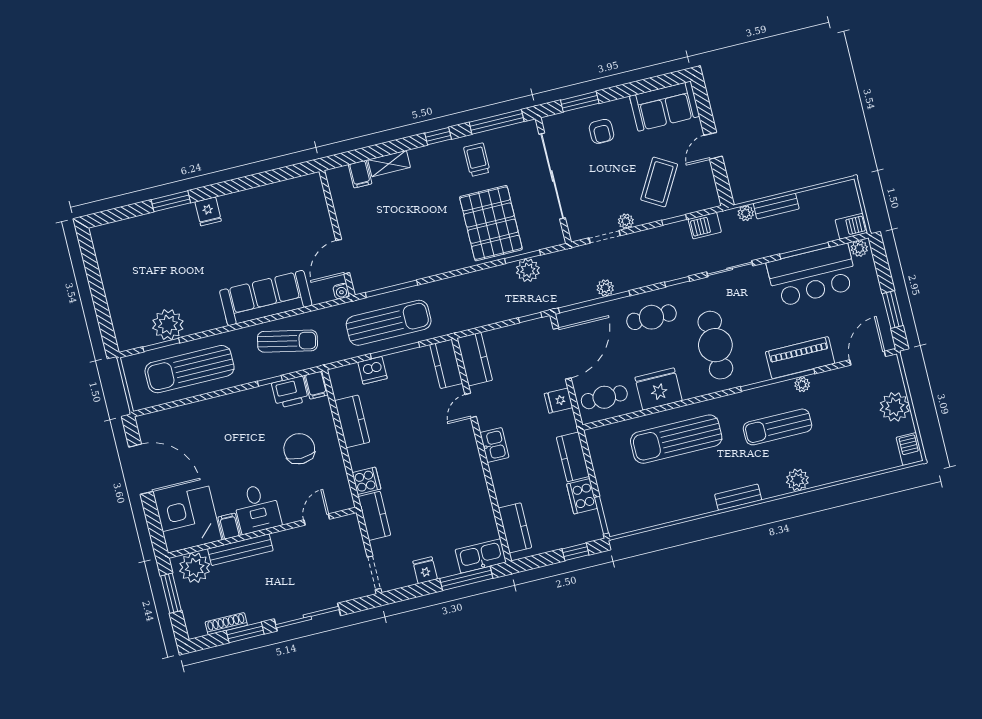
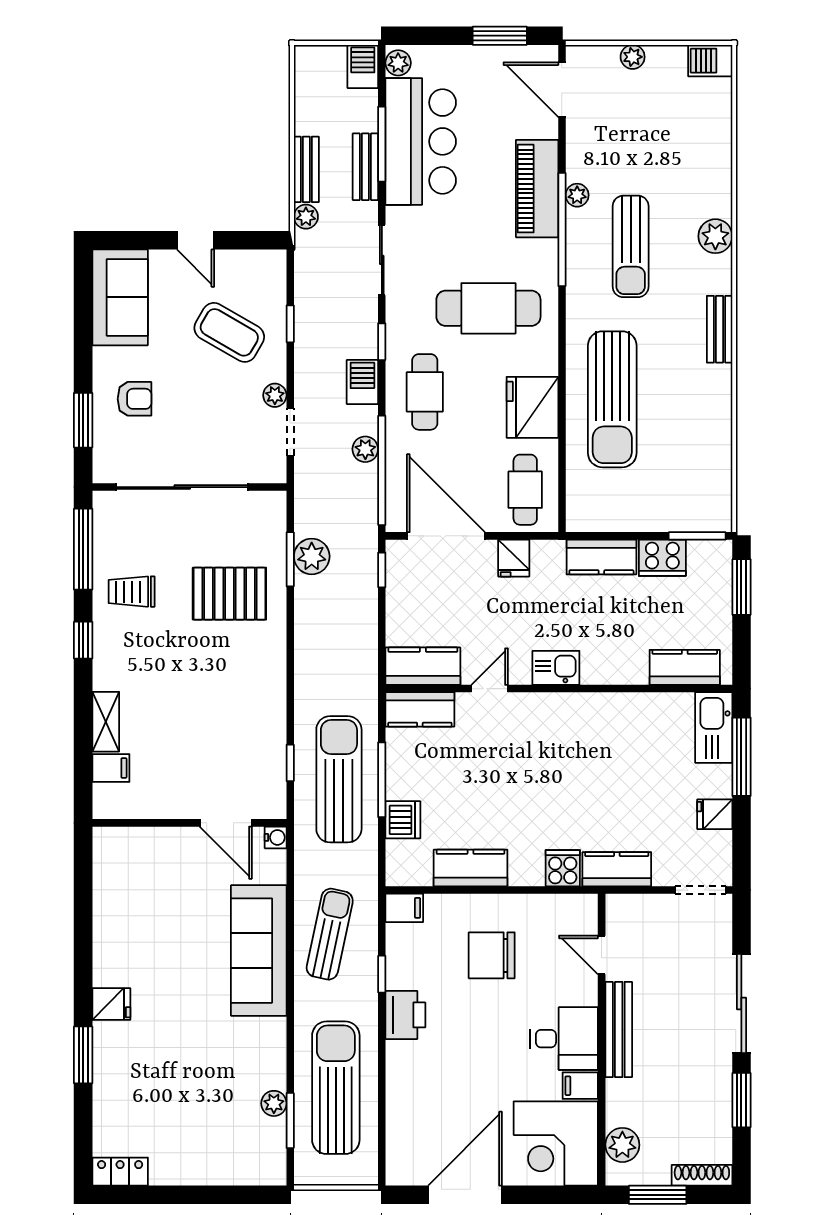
pallet: (491, 223) -> (229, 594), width x0.73, depth x0.71
barbecue: (705, 226) -> (362, 382), moved, turned 180
locker: (102, 243) -> (120, 1172), added
bench: (787, 244) -> (365, 167), added
window: (391, 289) -> (290, 763), width x0.46
plant: (168, 325) -> (274, 1103), width x0.53, depth x0.53
sun lounger: (189, 369) -> (336, 1088), turned 180
printer: (290, 392) -> (405, 1015), moved
door: (471, 406) -> (490, 689), swing flipped
plant: (895, 407) -> (633, 57), width x0.53, depth x0.53
bench: (240, 550) -> (619, 1029), moved
window: (576, 552) -> (741, 587), width x1.50
plant: (195, 568) -> (622, 1145), width x0.73, depth x0.73
shoe rack: (226, 624) -> (702, 1175), moved, turned 90

